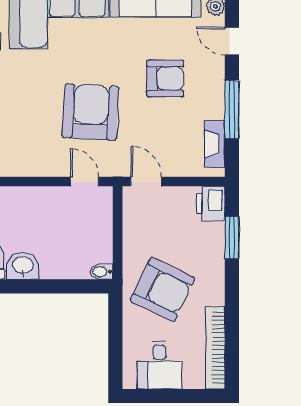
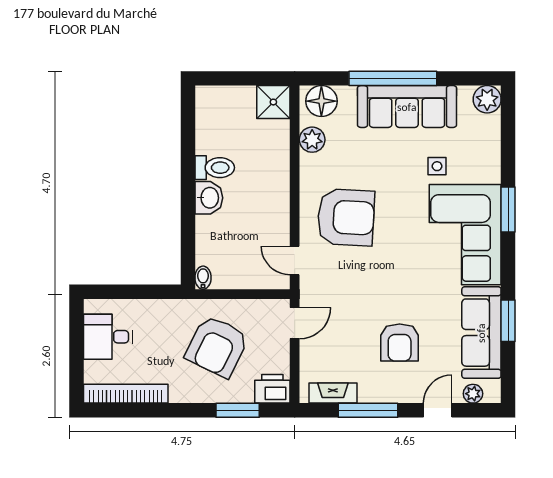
armchair: (91, 112) -> (346, 217), moved
door: (84, 182) -> (295, 260), swing flipped
armchair: (163, 289) -> (217, 346), moved

